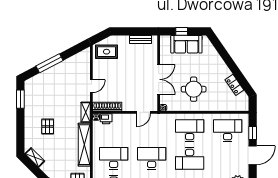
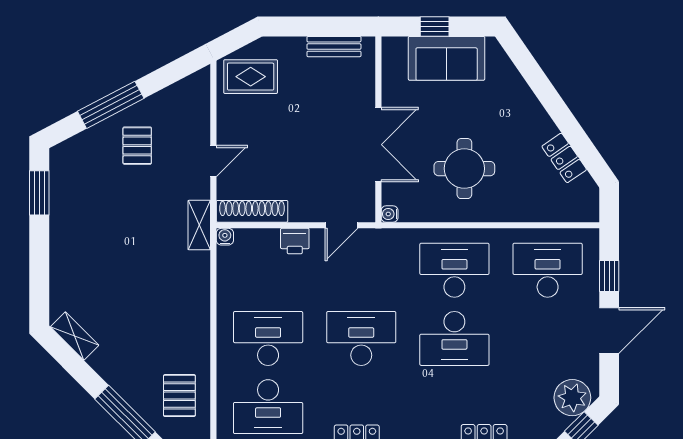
printer: (106, 119) -> (295, 241), moved
pallet: (48, 127) -> (137, 146), moved
shelving: (84, 145) -> (196, 305), removed

